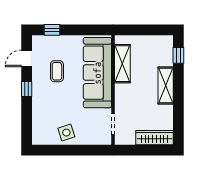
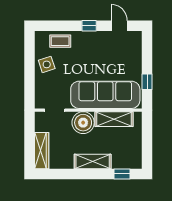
window: (52, 30) -> (147, 82), moved
coffee table: (57, 71) -> (60, 41), moved
boiler: (126, 95) -> (83, 123), added

